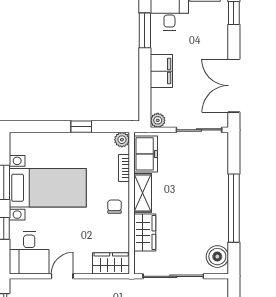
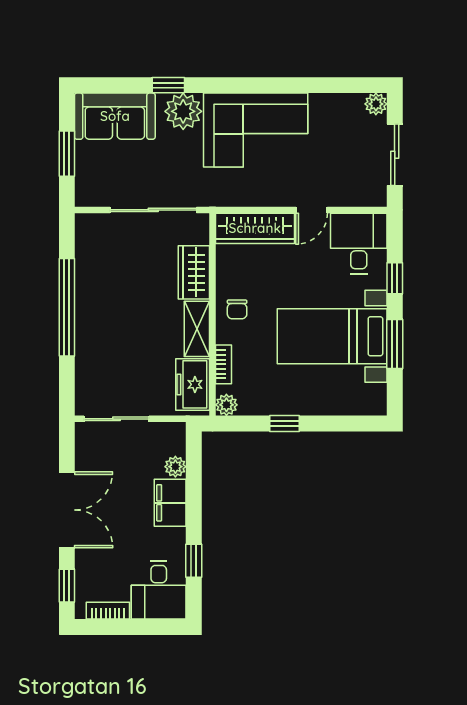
window: (145, 30) -> (194, 561), width x0.67
double door: (234, 86) -> (67, 510), moved
plant: (158, 120) -> (175, 467), moved
boiler: (217, 257) -> (90, 238), removed
wardrobe: (111, 263) -> (255, 228), width x1.50

